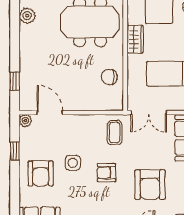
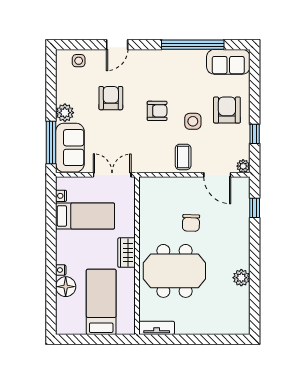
chair: (109, 77) -> (191, 223), moved, turned 92
coffee table: (115, 132) -> (183, 157), moved
armchair: (150, 185) -> (111, 98), width x0.73, depth x0.73

